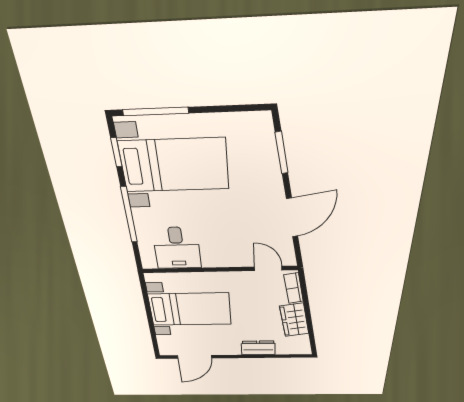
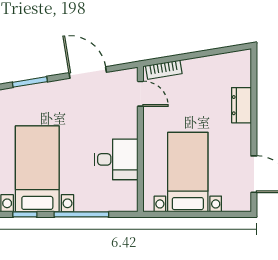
desk: (177, 248) -> (116, 159), moved
door: (268, 268) -> (140, 94), swing flipped
wardrobe: (294, 320) -> (204, 68), removed

